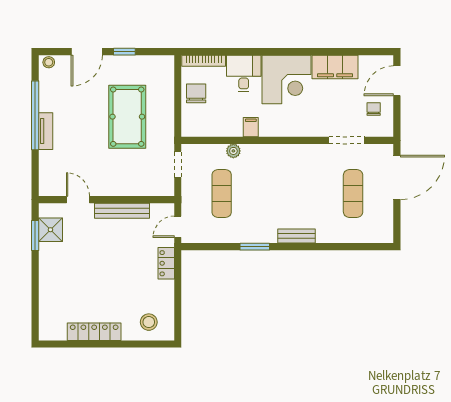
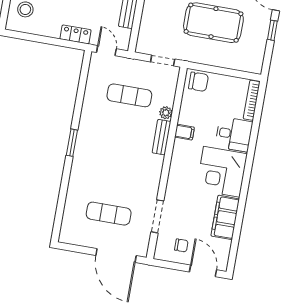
chair: (196, 93) -> (198, 82), moved
bench: (297, 236) -> (161, 137), moved
window: (255, 247) -> (72, 143), moved

